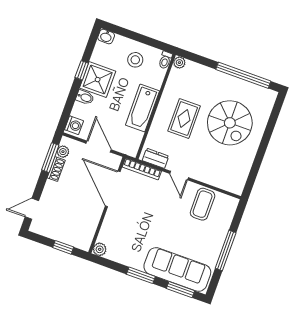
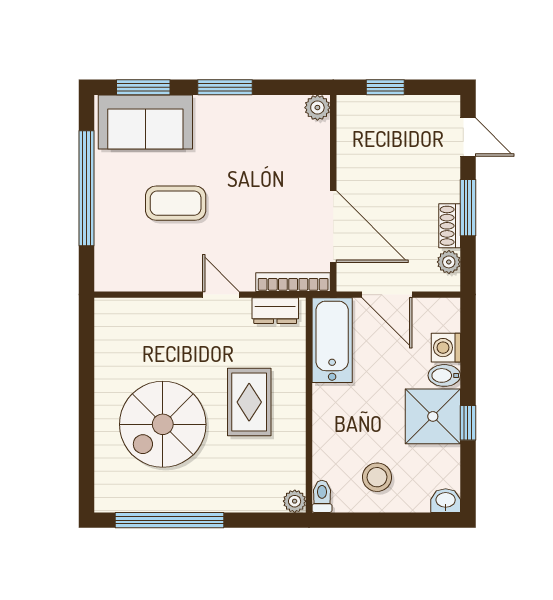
bathtub: (142, 108) -> (332, 340), moved
spiral stairs: (230, 123) -> (163, 424), turned -90
washing machine: (74, 125) -> (446, 348), moved
window: (50, 158) -> (468, 208), moved
coffee table: (203, 204) -> (176, 203), moved, turned 90
door: (32, 209) -> (468, 137), hinge flipped
window: (226, 250) -> (86, 188), width x1.46
sofa: (177, 269) -> (145, 122), width x0.73

